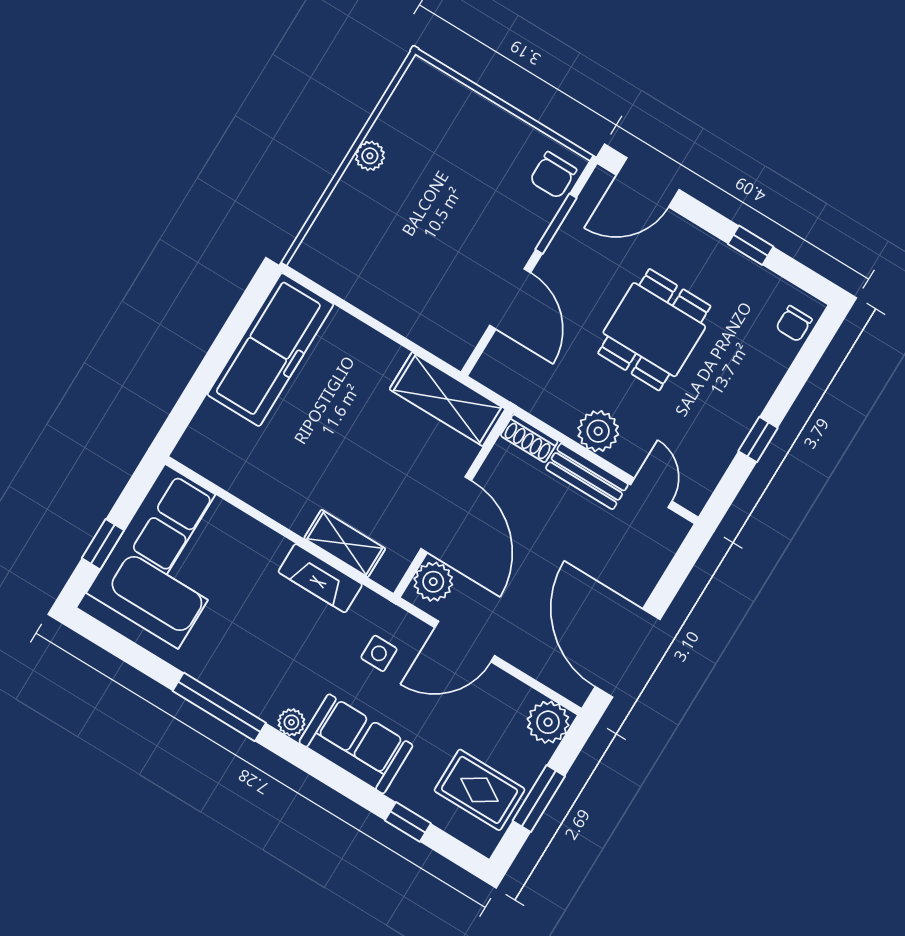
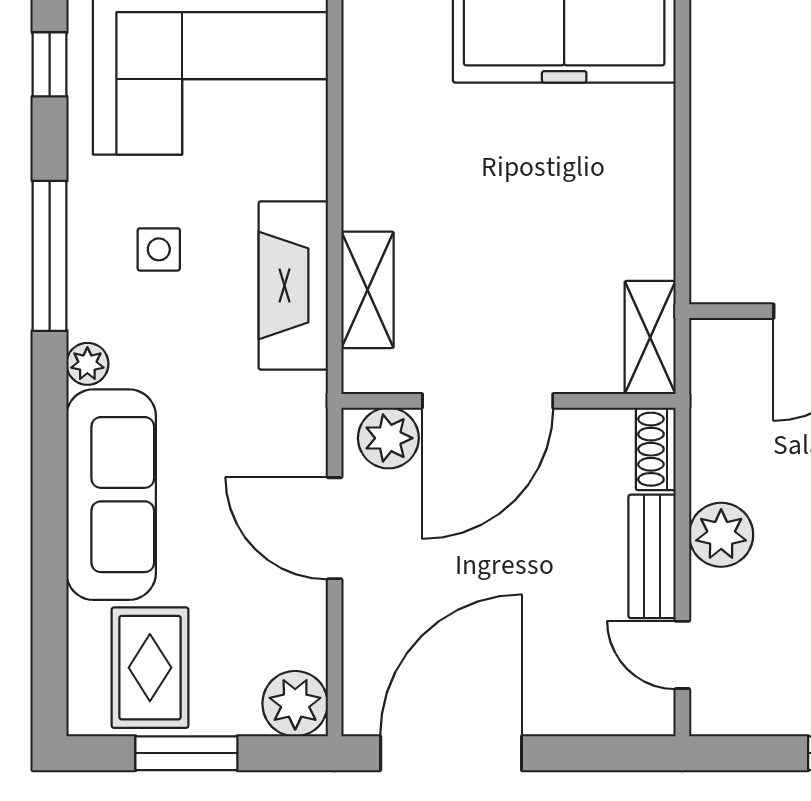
shelving: (447, 399) -> (650, 337), width x0.67, depth x0.75
door: (651, 493) -> (682, 655), swing flipped
fireplace: (320, 578) -> (293, 285), width x1.37, depth x1.32
side table: (379, 653) -> (159, 249), moved
sofa: (356, 744) -> (111, 495), width x1.36
window: (408, 822) -> (50, 64), moved

